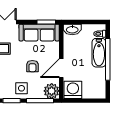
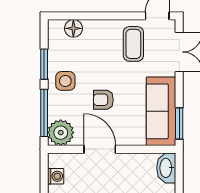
washing machine: (73, 90) -> (56, 176), width x0.53, depth x0.53

